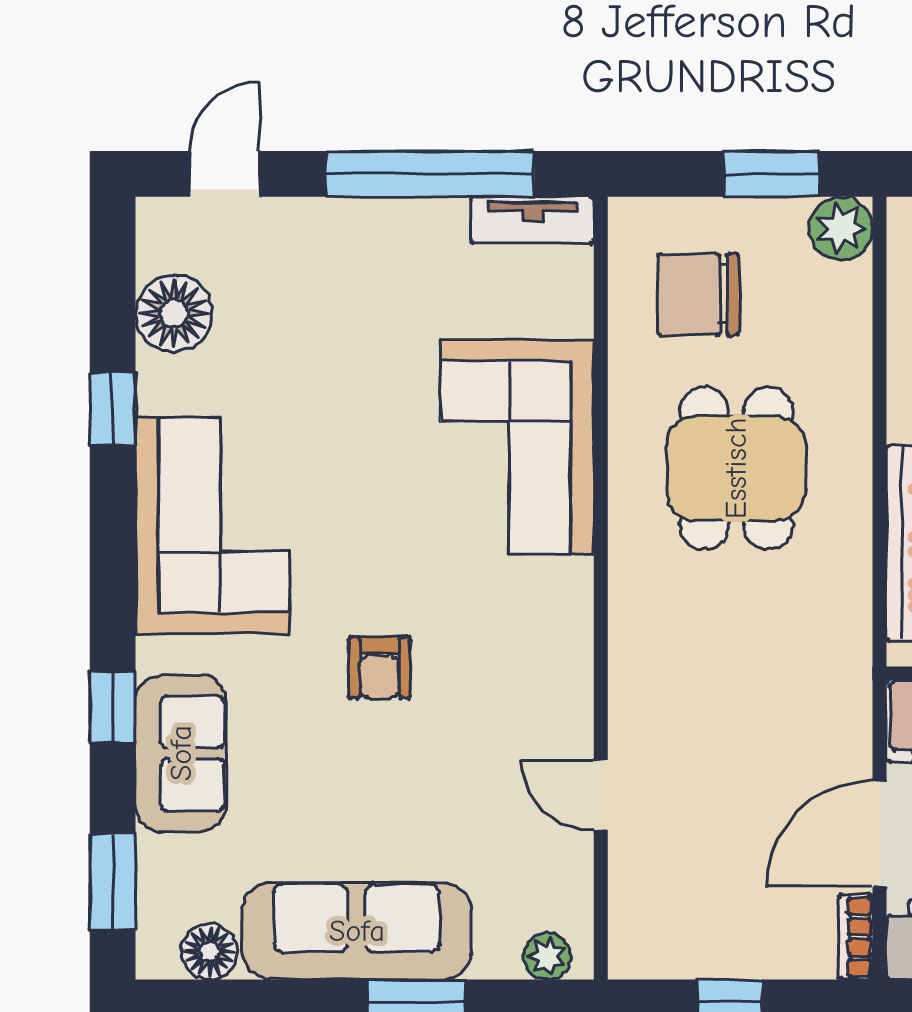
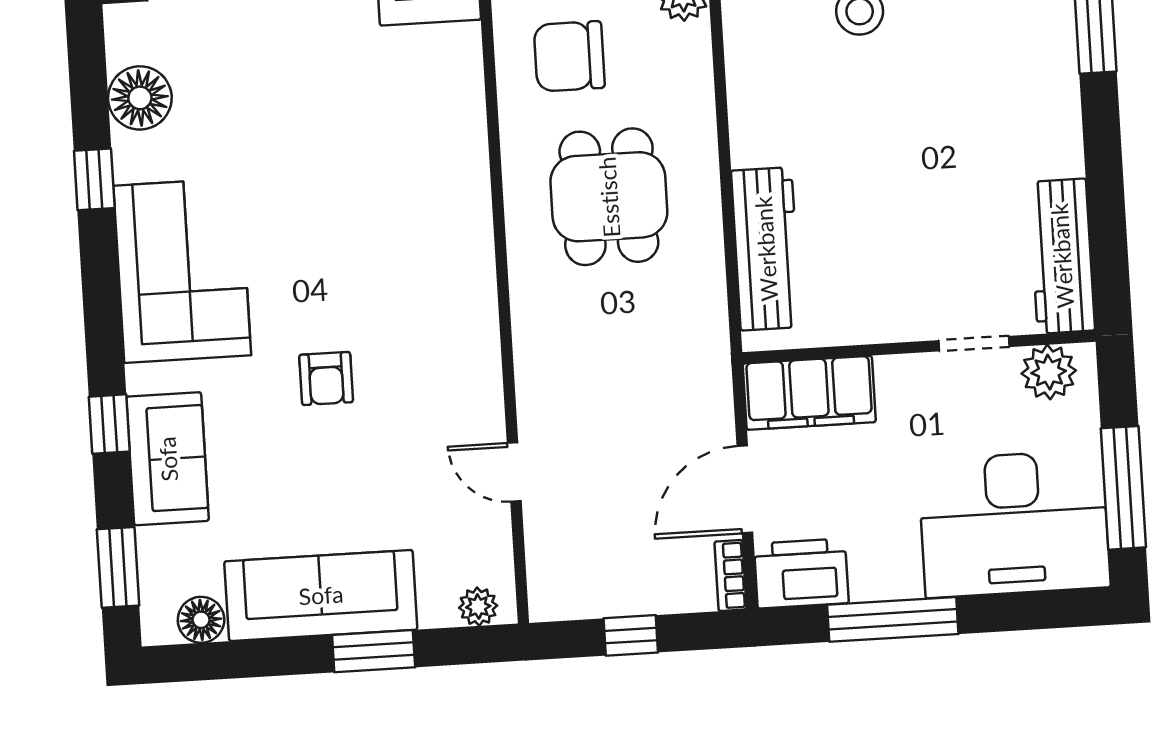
corner sofa: (517, 447) -> (428, 190), removed

